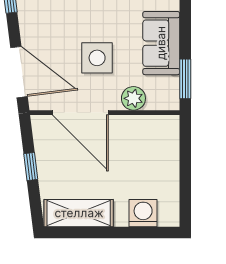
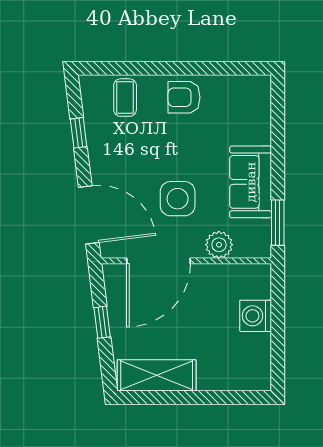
door: (80, 113) -> (159, 261), hinge flipped
washing machine: (143, 213) -> (256, 316), moved, turned -90

